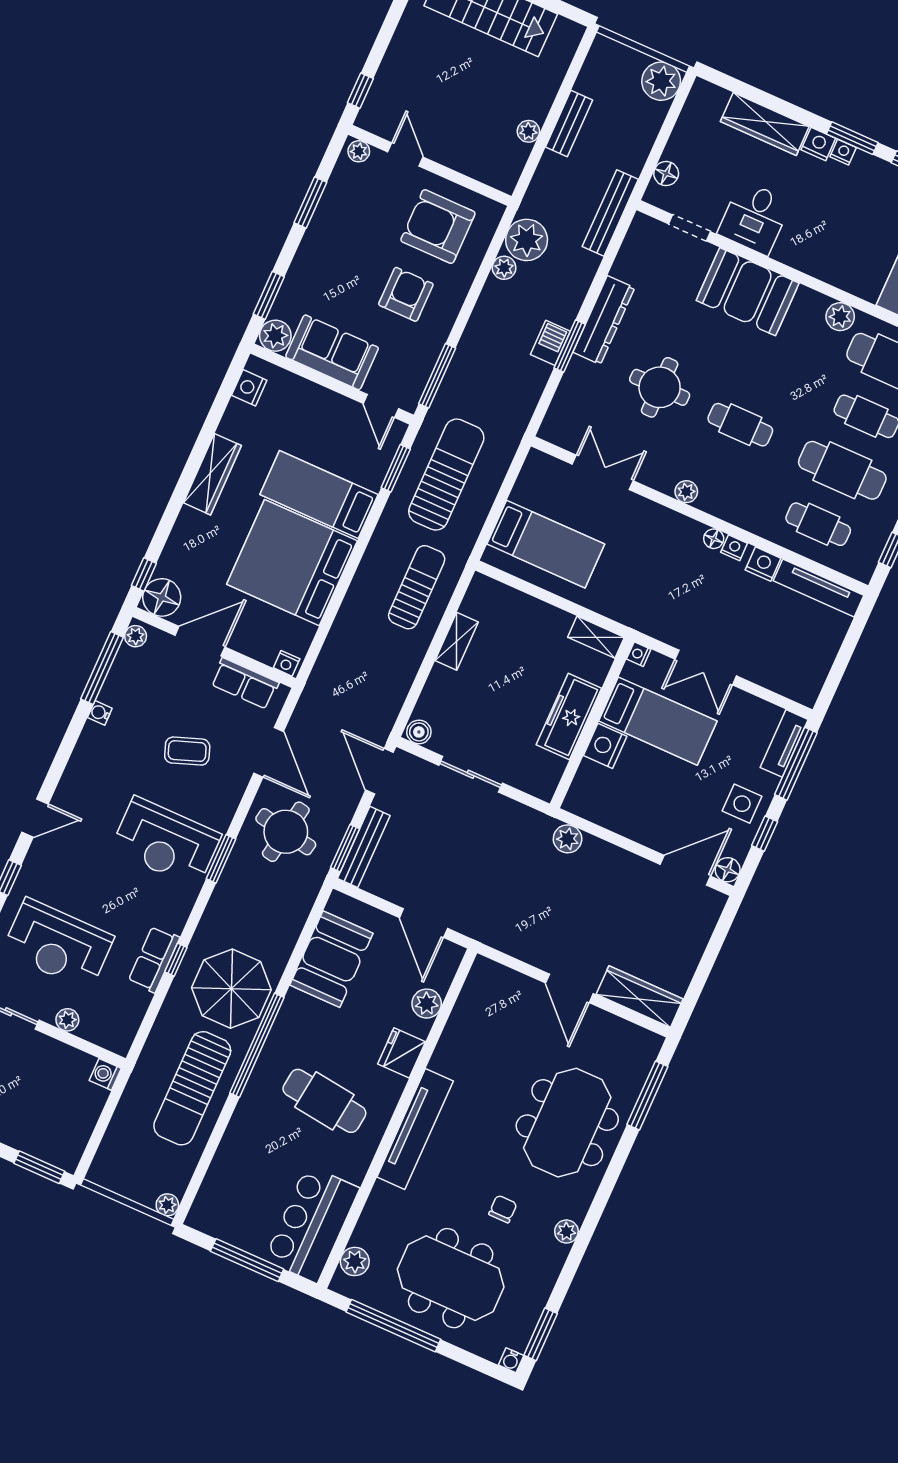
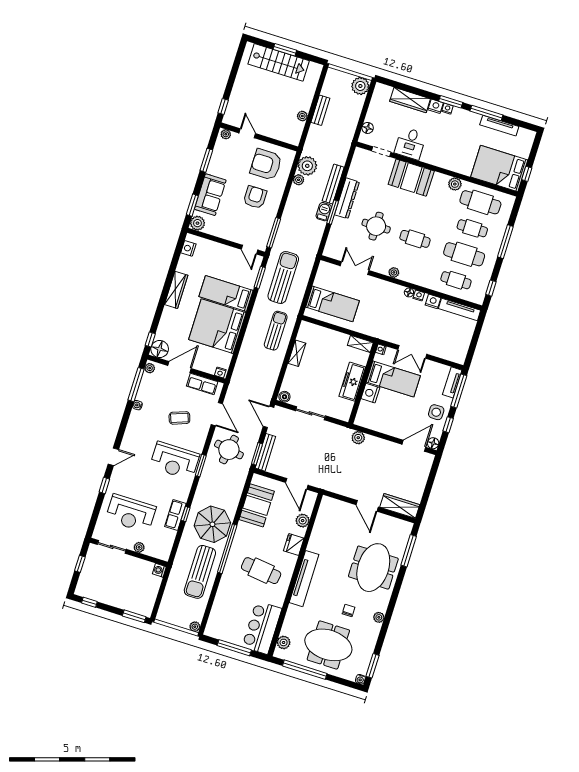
bench: (610, 213) -> (333, 184), moved
sofa: (332, 352) -> (210, 195), moved, turned 90

